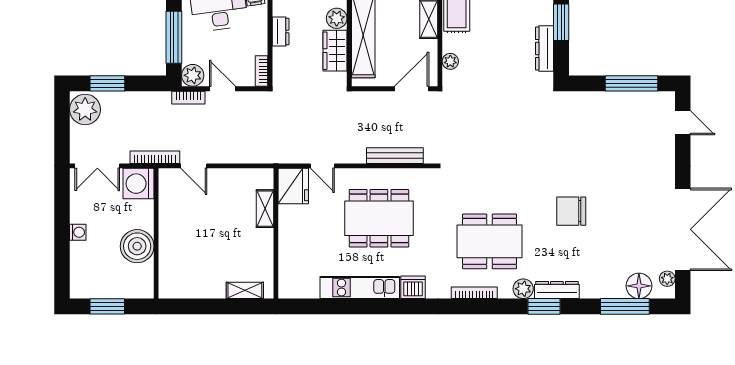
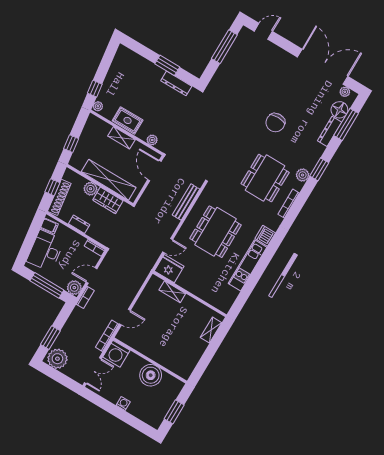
dresser: (557, 290) -> (330, 131), moved

